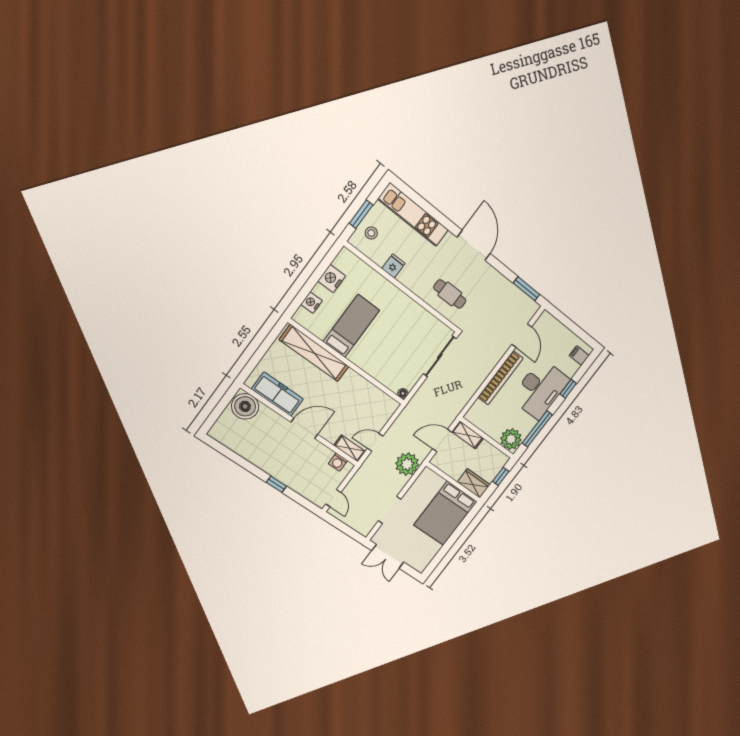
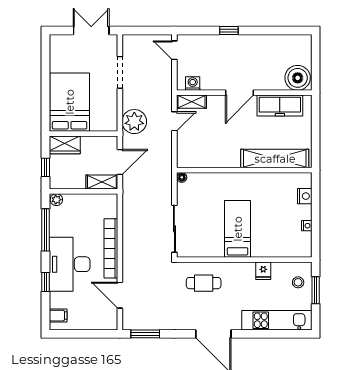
nightstand: (332, 279) -> (307, 226), width x0.53, depth x0.56
bed: (351, 326) -> (238, 229), moved, turned 180
plant: (511, 439) -> (56, 200), width x0.53, depth x0.53

